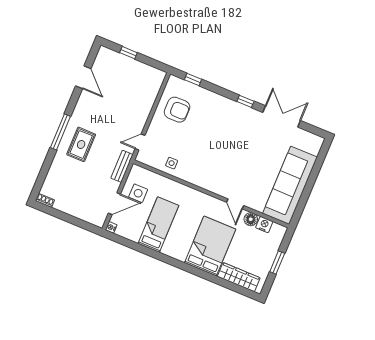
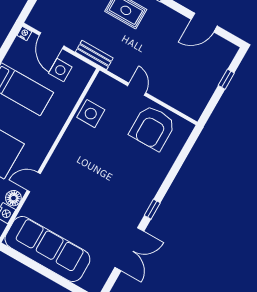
window: (193, 80) -> (185, 151), removed
armchair: (177, 110) -> (153, 128), width x1.36, depth x1.36
door: (140, 142) -> (137, 89), moved
side table: (172, 163) -> (91, 114), width x1.87, depth x1.87

